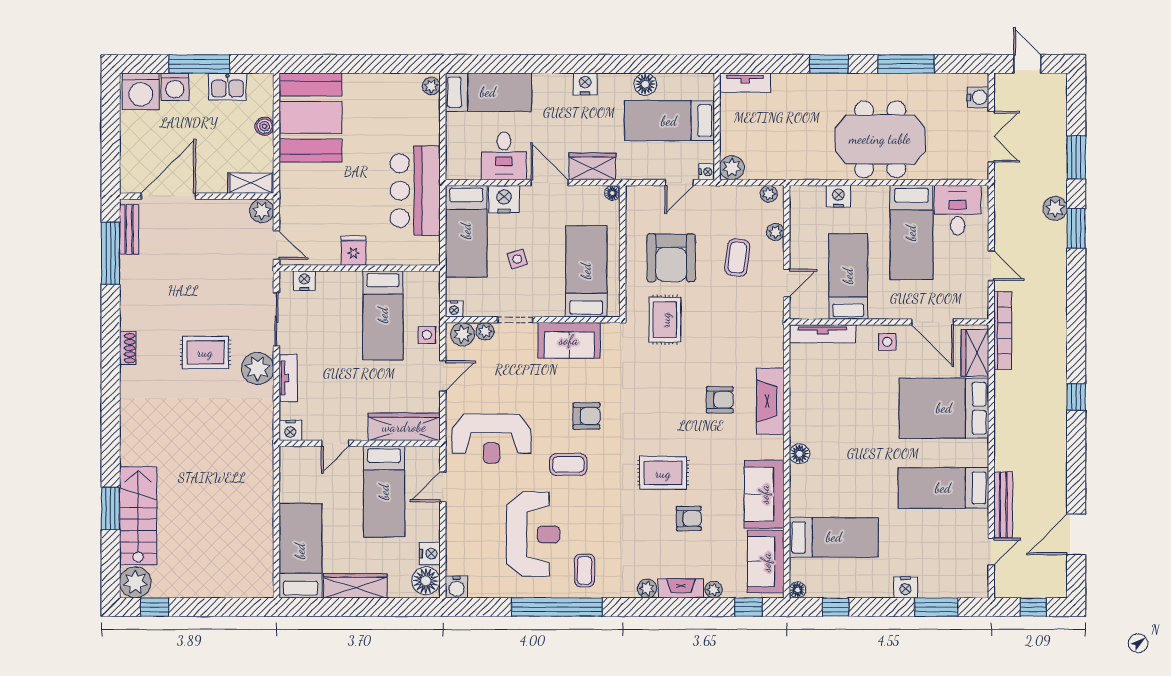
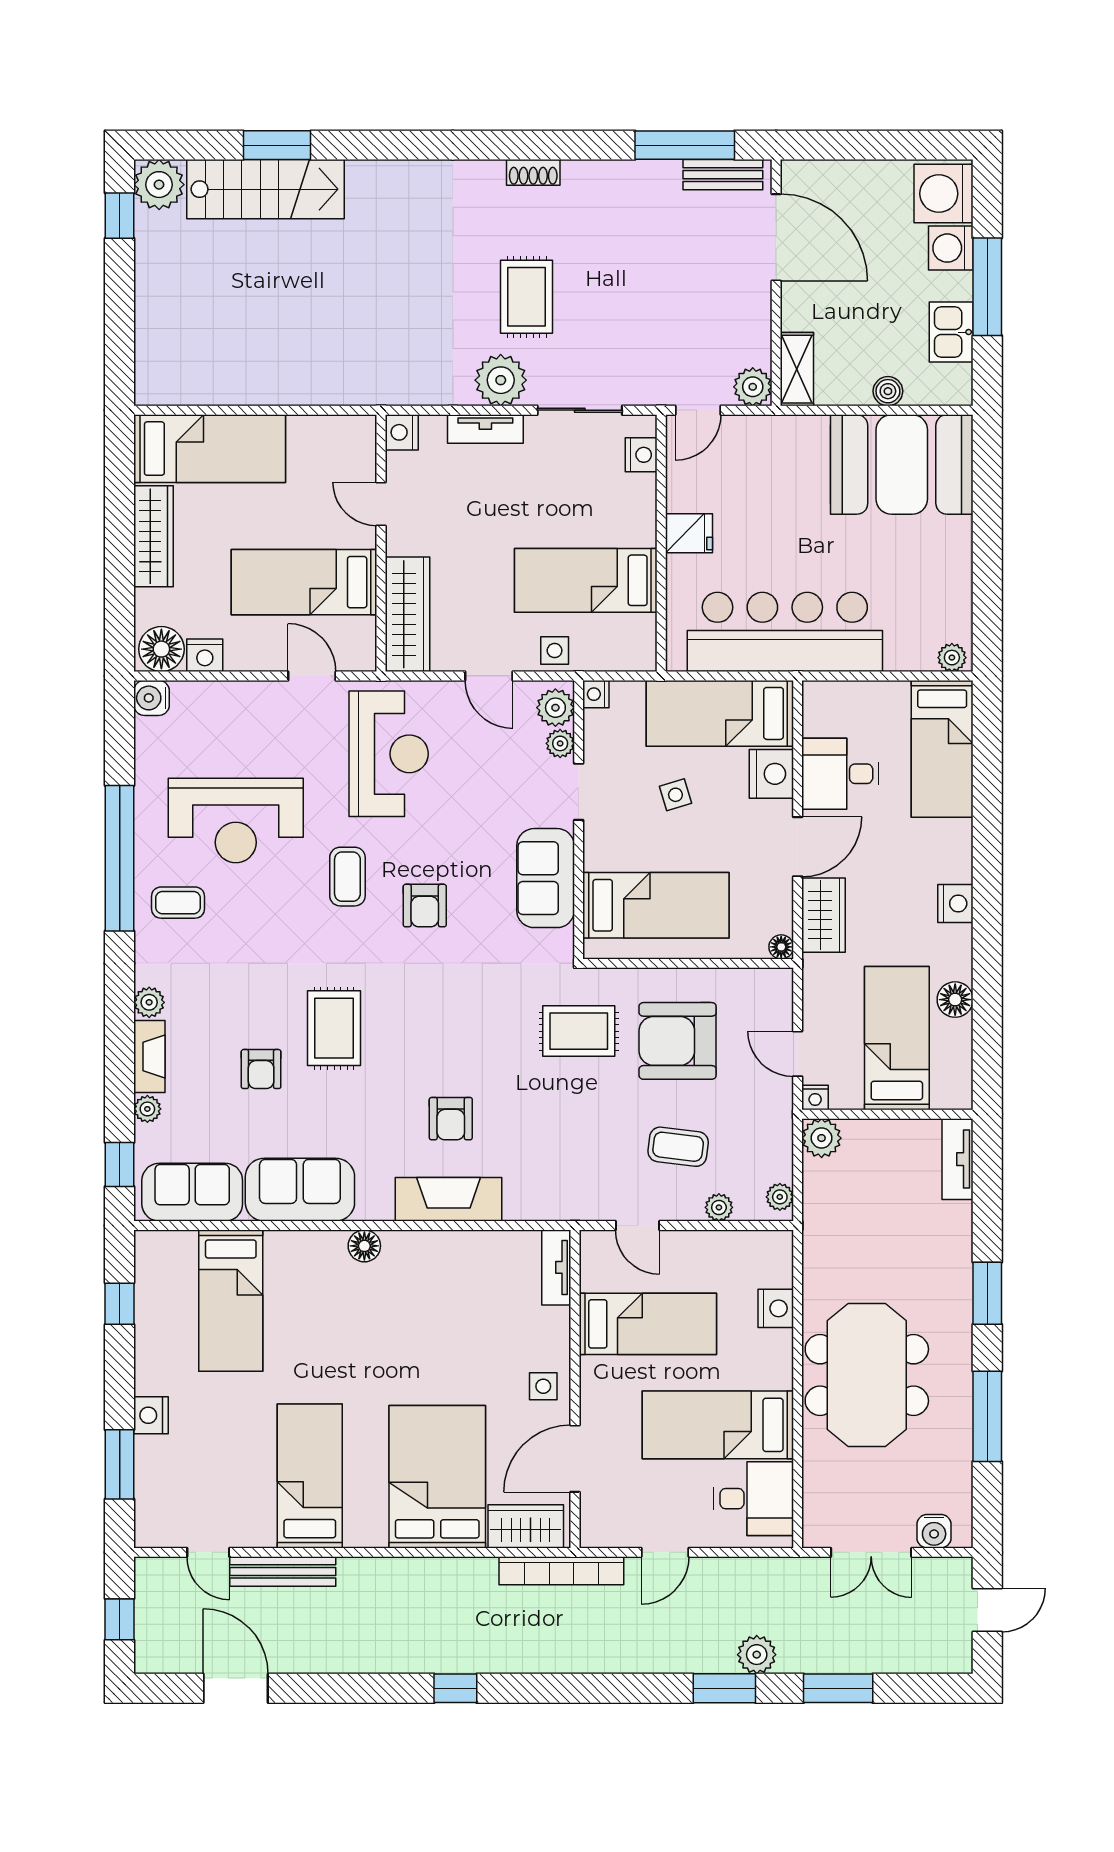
bar counter: (415, 191) -> (785, 632), width x1.36
tv unit: (823, 334) -> (556, 1267), width x0.71
reception desk: (491, 439) -> (389, 754), turned 180
floor lamp: (798, 590) -> (147, 1243), removed

